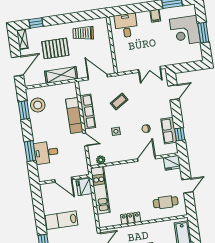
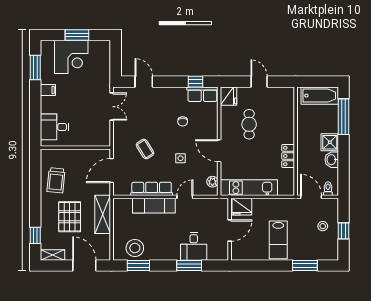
row of seats: (169, 131) -> (202, 94), moved
door: (146, 159) -> (219, 151), moved
cafe table: (166, 202) -> (249, 124), moved

